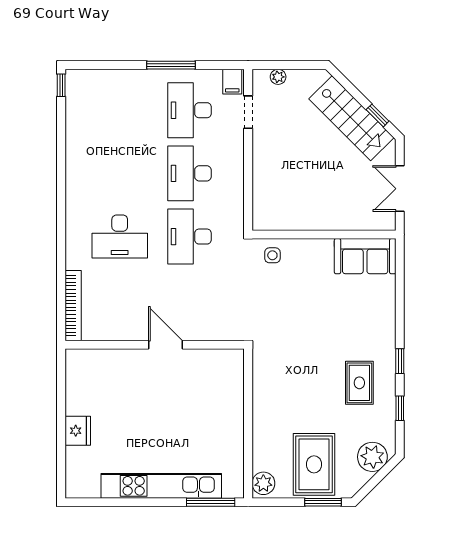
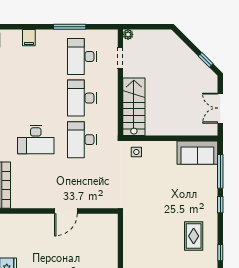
plant: (278, 77) -> (128, 34), moved
filing cabinet: (232, 82) -> (29, 38), moved
stairs: (351, 118) -> (134, 107), moved, turned -135
window: (400, 285) -> (220, 171), added
door: (166, 345) -> (66, 211), swing flipped
window: (400, 361) -> (220, 205), moved

